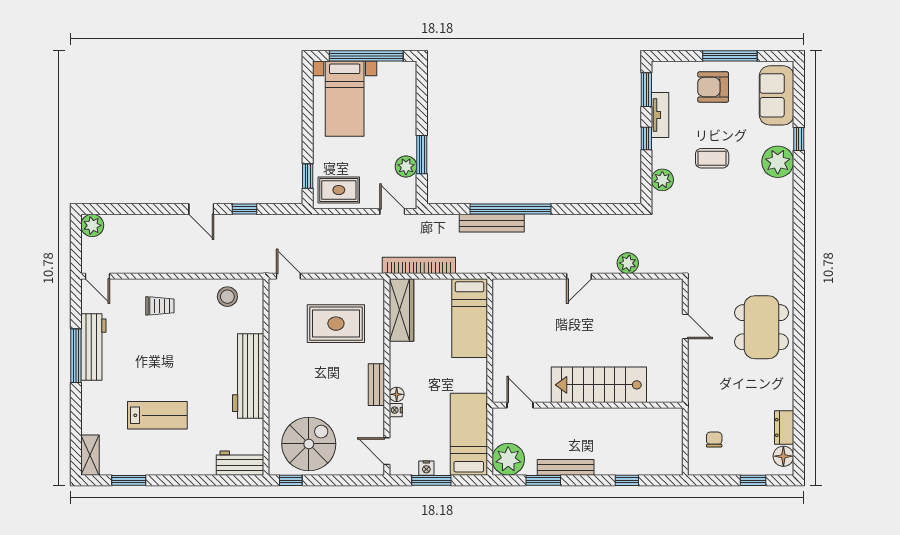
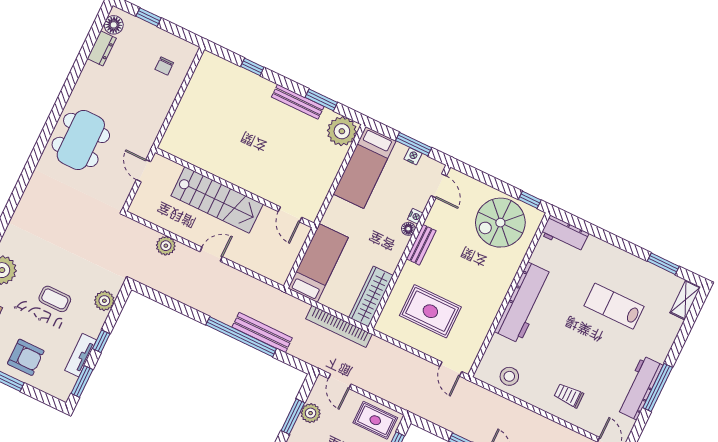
stairs: (599, 385) -> (217, 200), moved
door: (520, 405) -> (290, 214), moved
wall: (587, 405) -> (234, 188), moved

